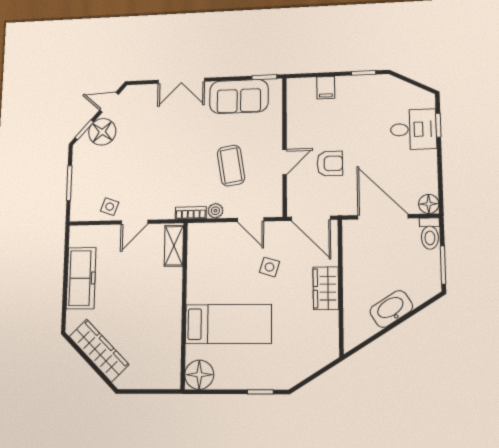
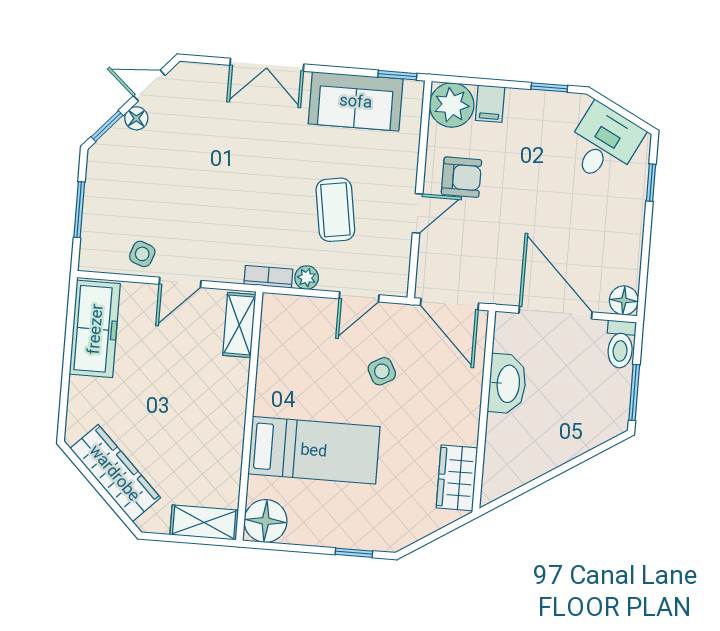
plant: (301, 91) -> (452, 105), added
desk: (413, 129) -> (604, 144), moved, turned -63
floor lamp: (102, 132) -> (136, 118), width x0.53, depth x0.53
armchair: (330, 163) -> (461, 177), moved
door: (251, 220) -> (359, 297), hinge flipped
side table: (269, 267) -> (382, 371), turned 45
freezer: (81, 278) -> (95, 329), moved
wardrobe: (326, 288) -> (457, 478), moved
washbasin: (391, 309) -> (507, 384), moved, turned 122
shelving: (159, 379) -> (204, 522), added

